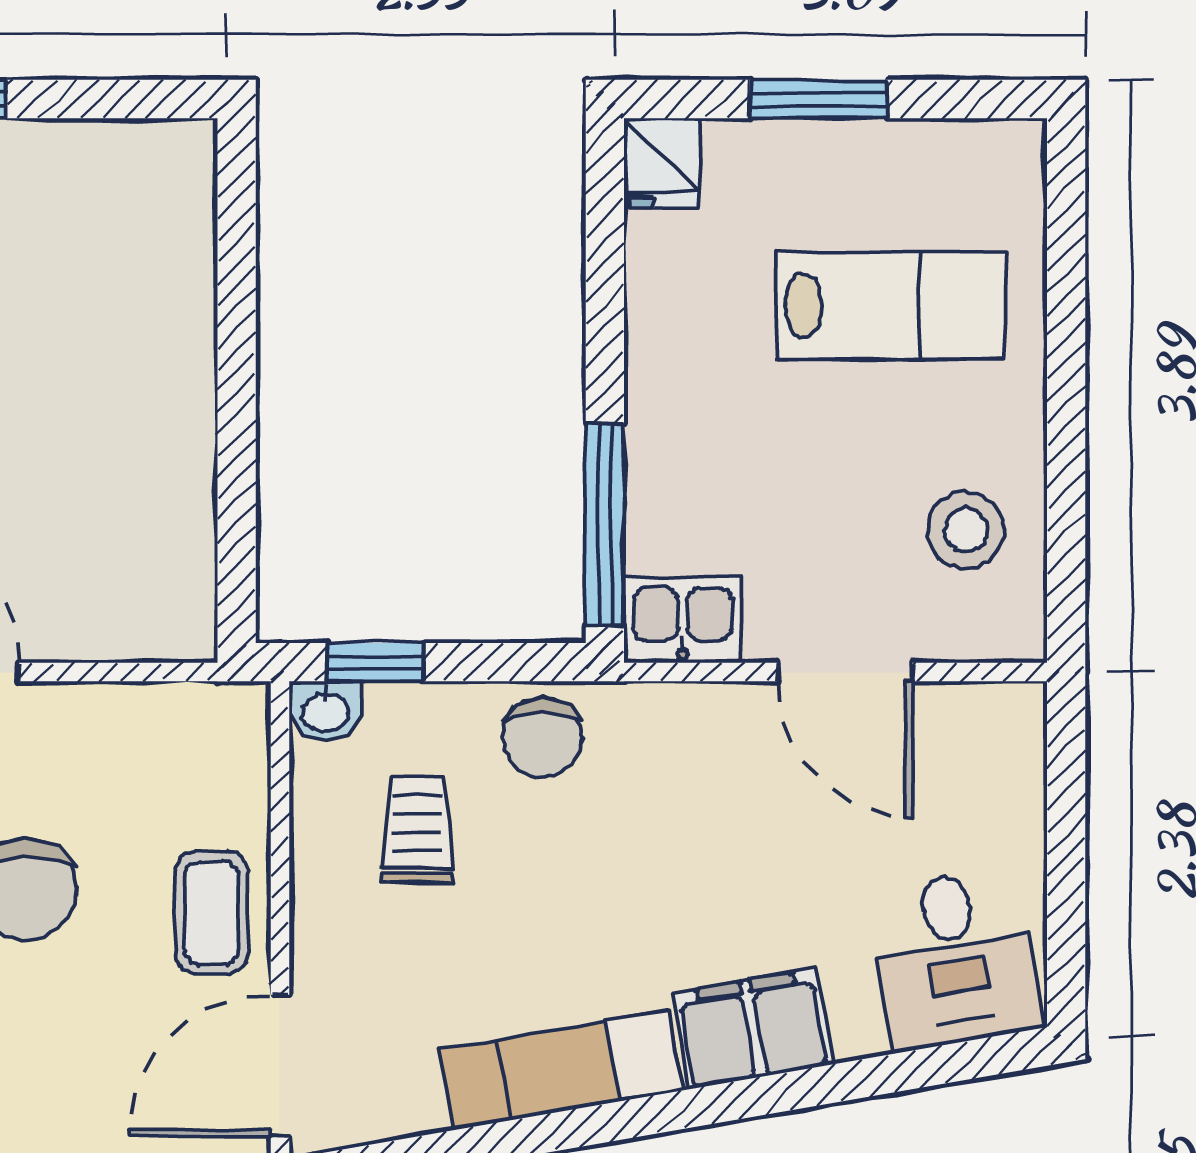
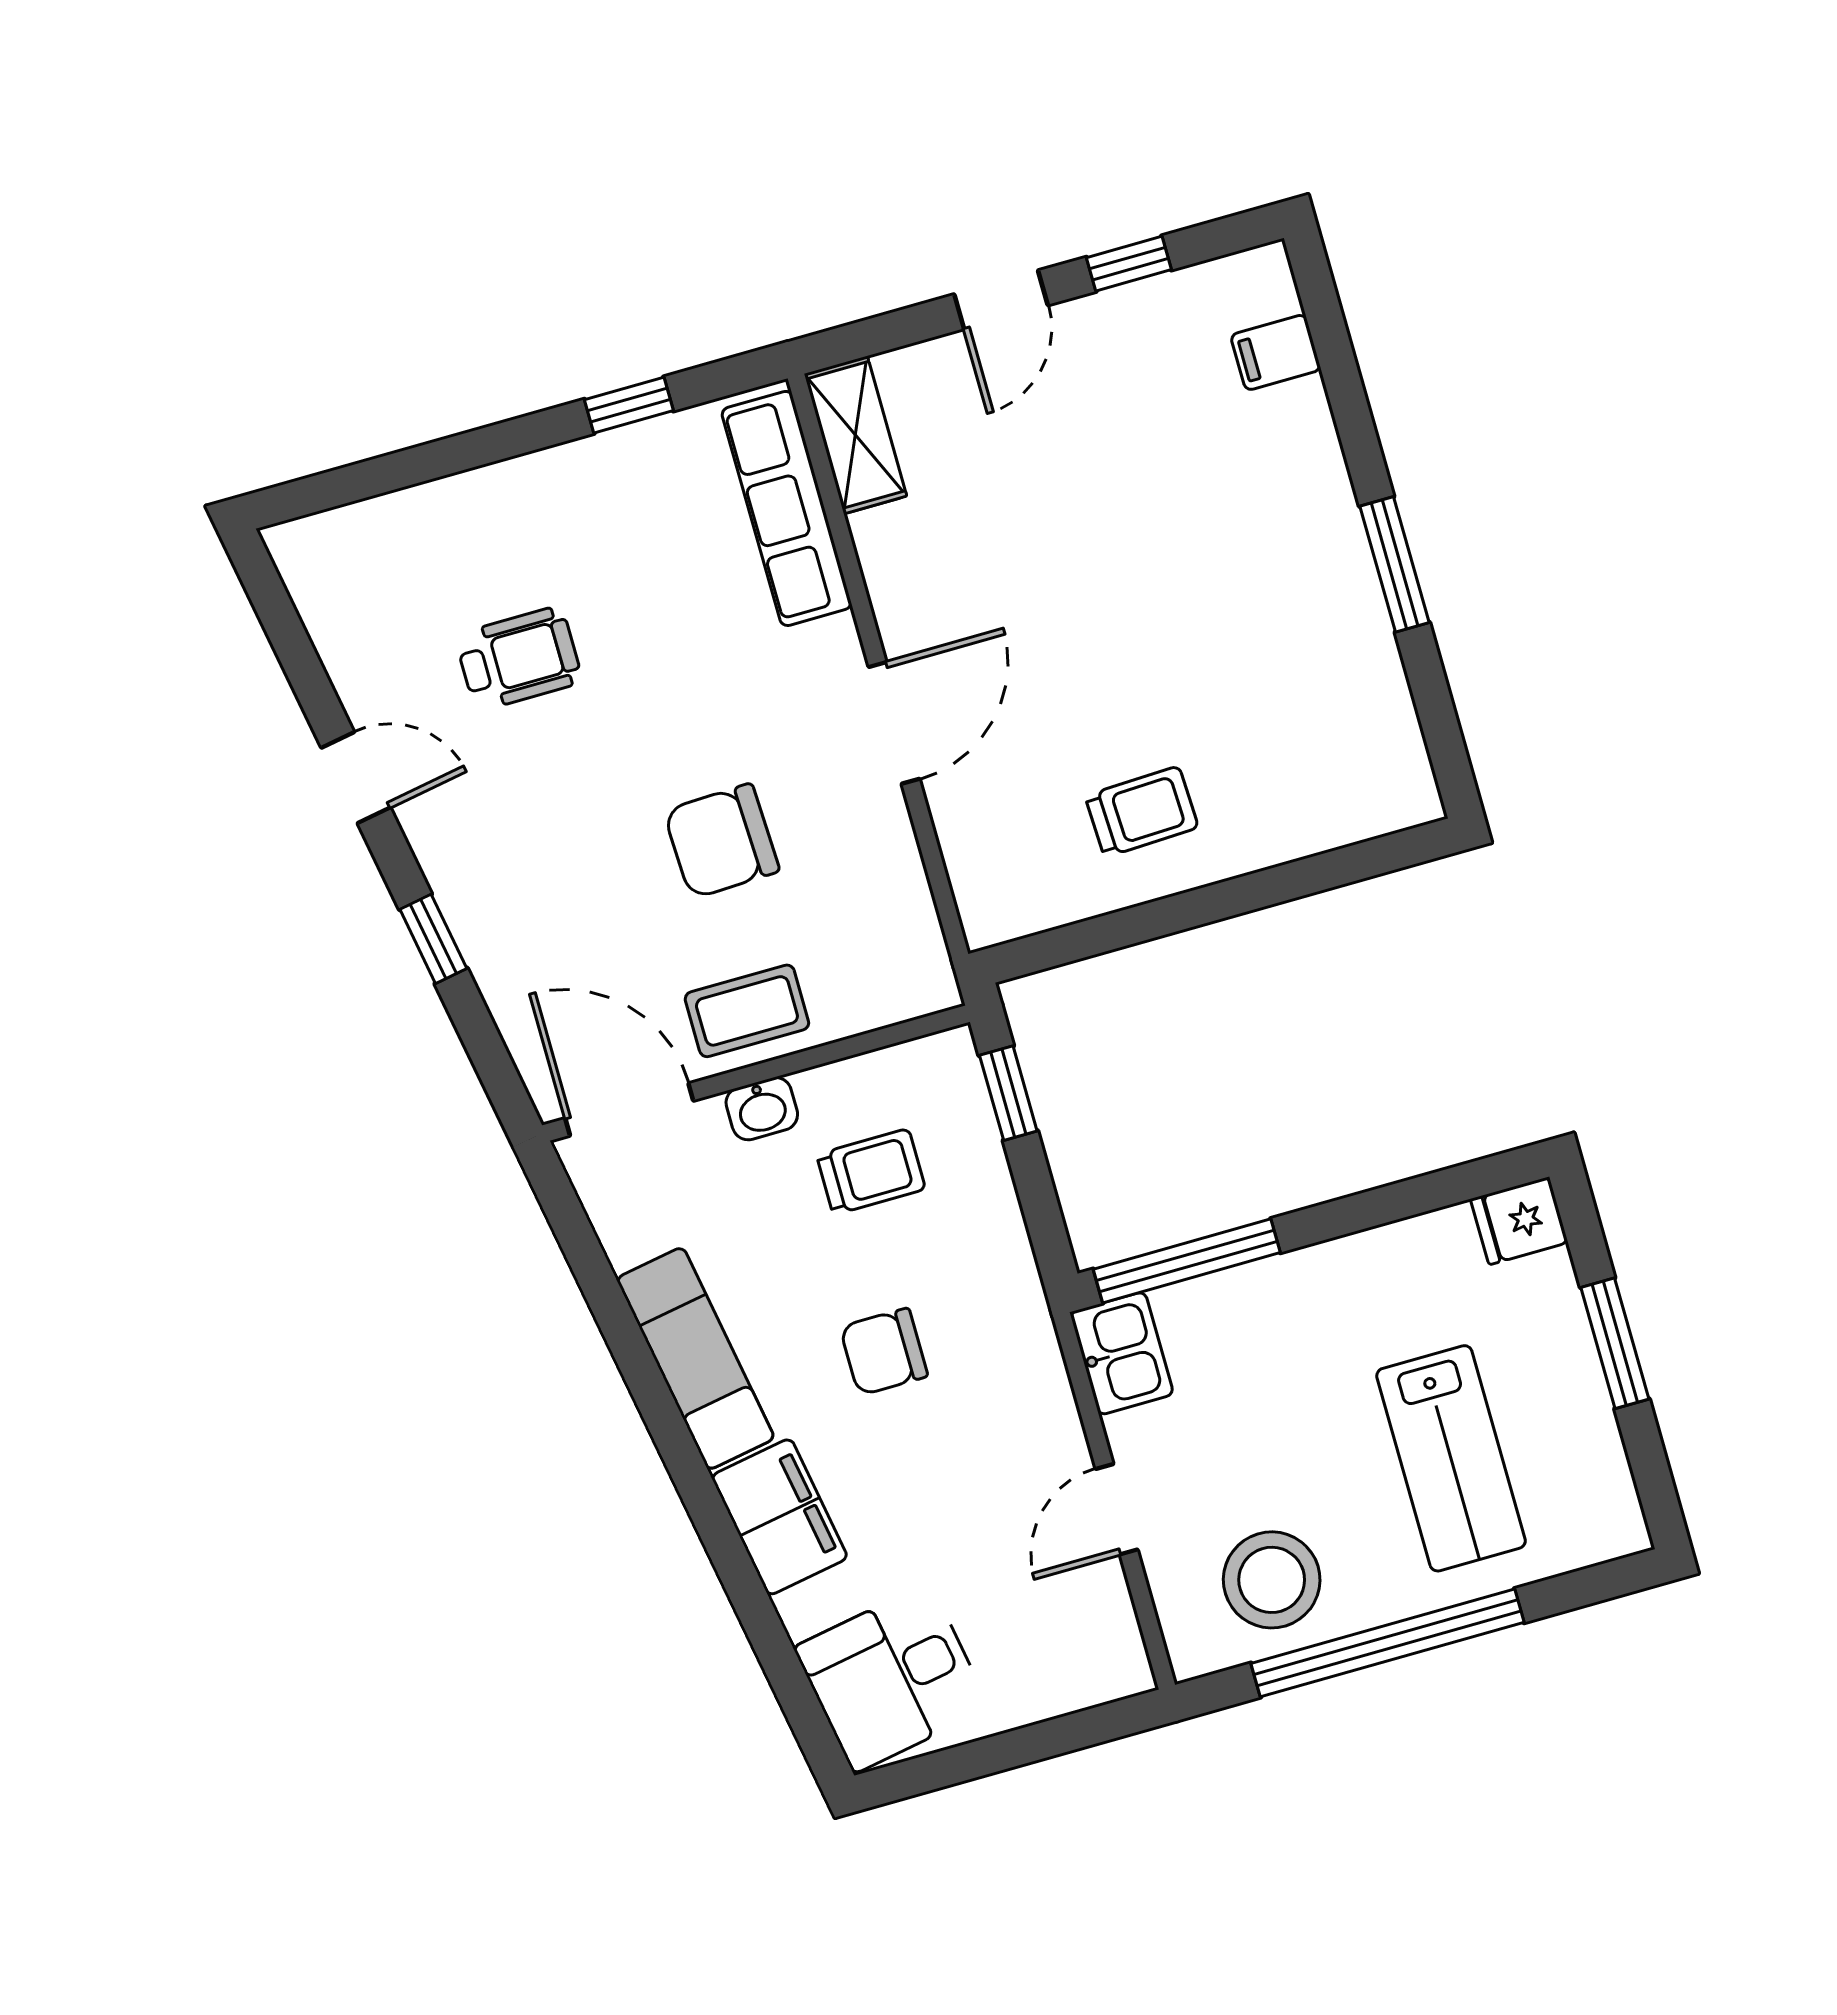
window: (1066, 427) -> (1387, 1643), added
trolley: (119, 438) -> (1142, 812), added
stool: (966, 530) -> (1272, 1580), width x1.38, depth x1.38
door: (845, 672) -> (1117, 1509), width x0.73
washbasin: (326, 711) -> (762, 1109), moved, turned -90
chair: (542, 737) -> (884, 1352), moved

